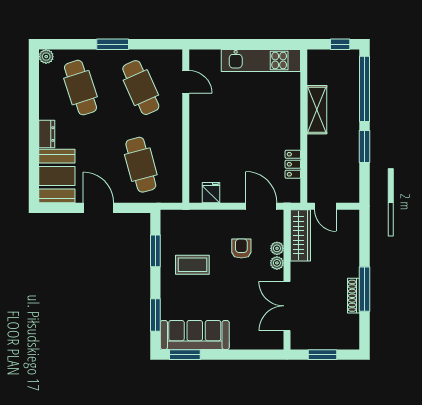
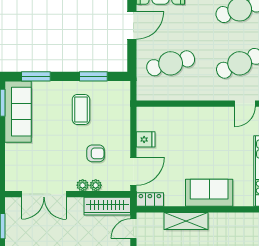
shelving: (317, 110) -> (186, 221), moved
sofa: (285, 122) -> (209, 193), added
locker: (293, 164) -> (150, 199), moved
fridge: (211, 193) -> (146, 139), moved
double door: (287, 306) -> (44, 194), swing flipped

